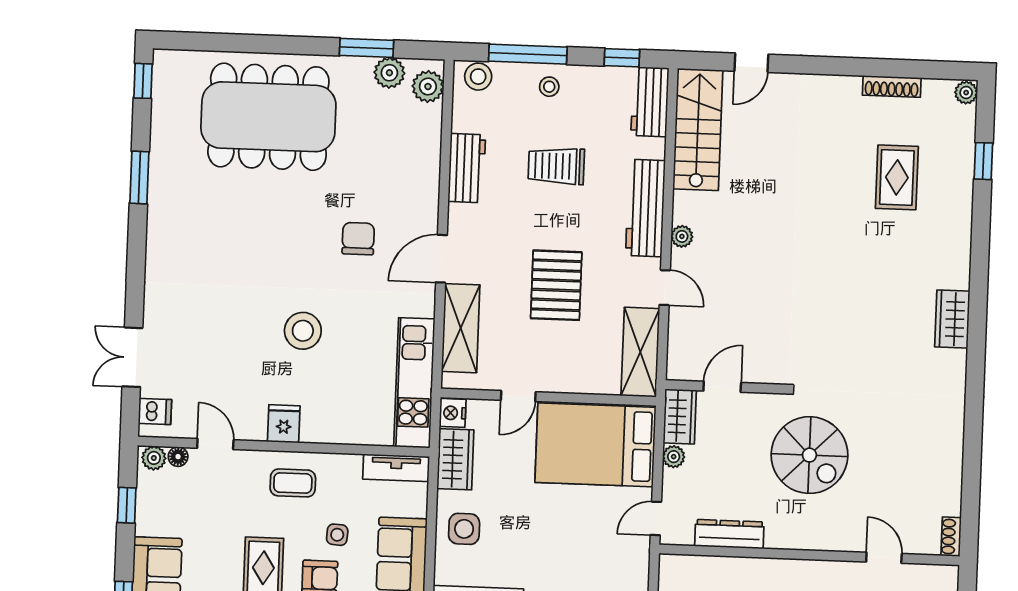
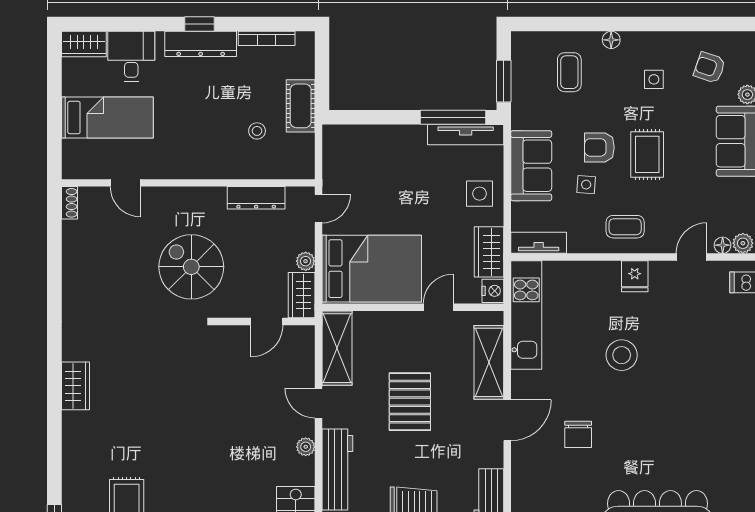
door: (215, 444) -> (692, 257), swing flipped

